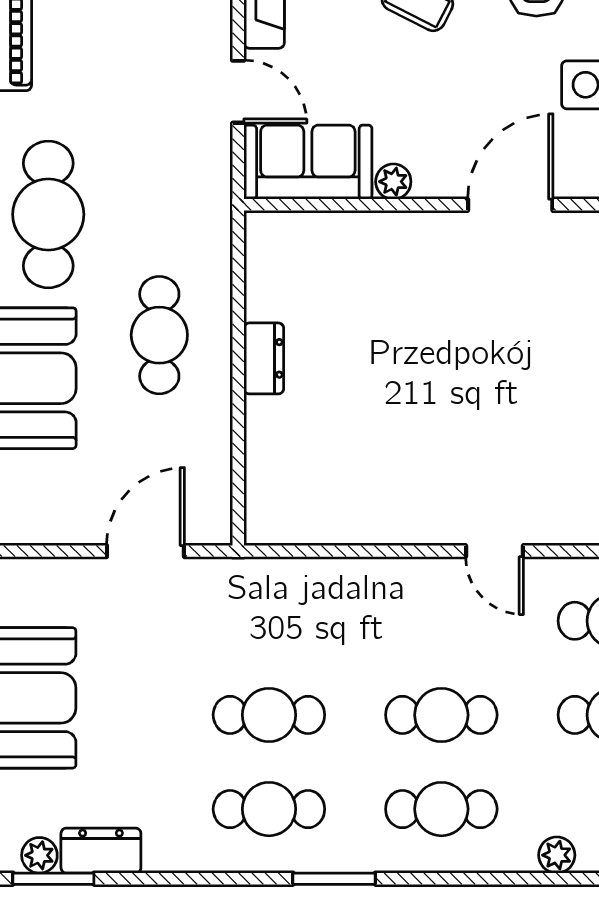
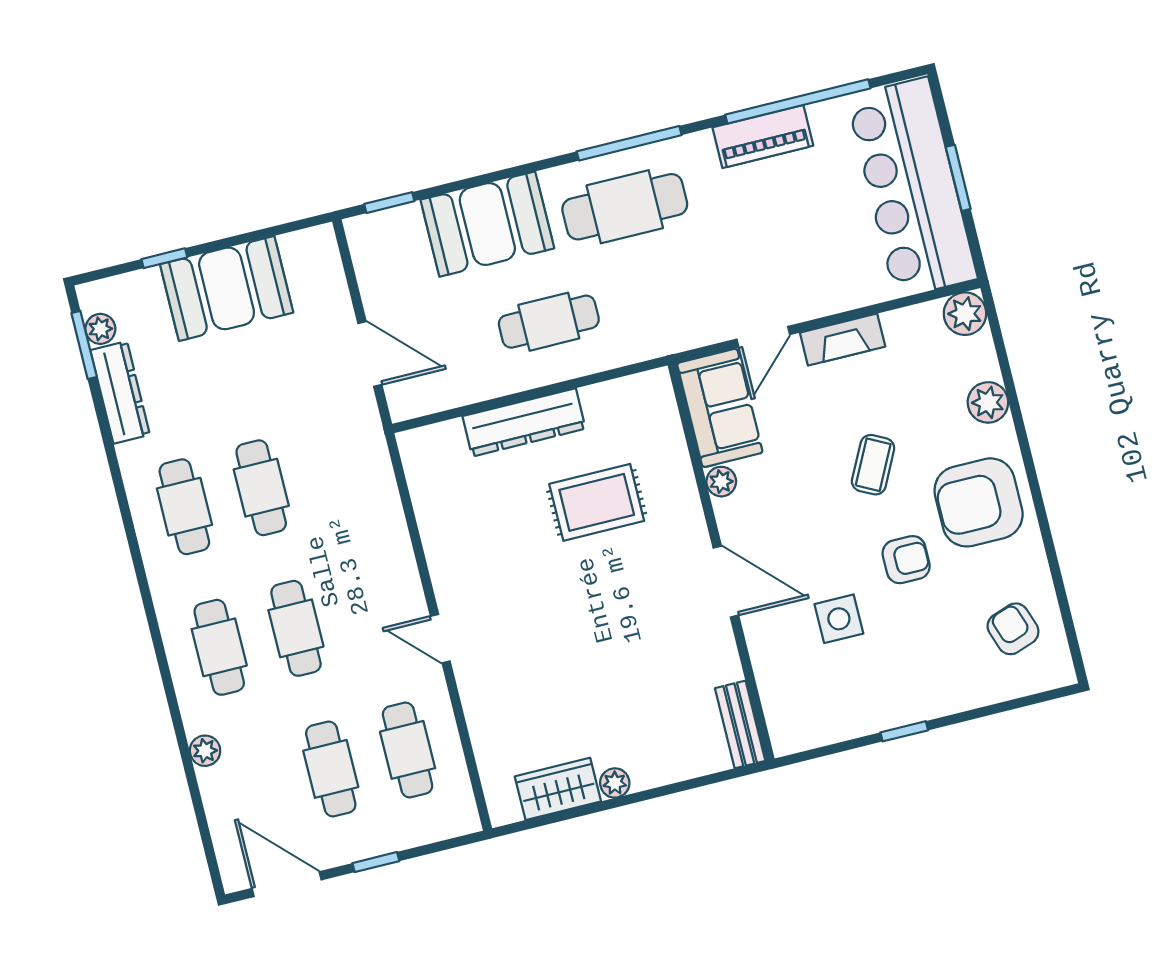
rug: (382, 331) -> (597, 502), added
dresser: (264, 358) -> (524, 422), width x1.96, depth x1.24
door: (495, 551) -> (440, 639), hinge flipped
dresser: (101, 851) -> (120, 392), width x1.44
window: (334, 879) -> (141, 574), removed

